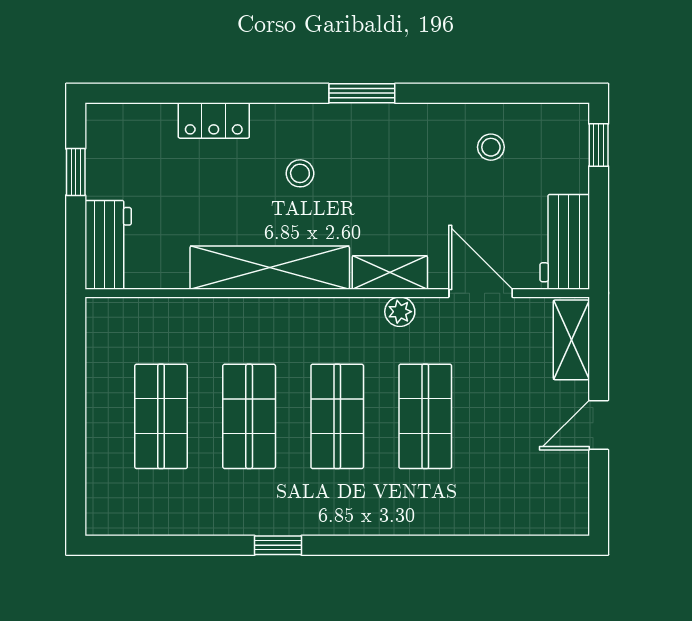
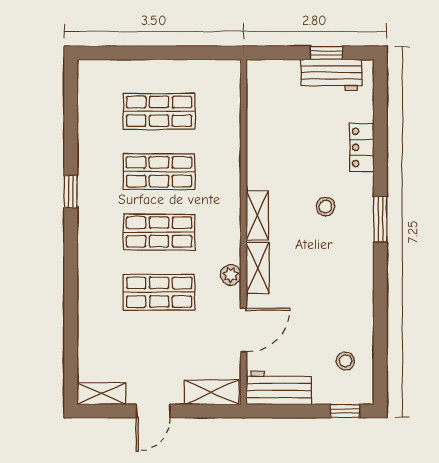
window: (362, 93) -> (380, 219), moved
stool: (491, 147) -> (345, 361), moved
workbench: (108, 245) -> (331, 75), moved
shelving: (270, 268) -> (257, 215), width x0.45, depth x0.75
door: (599, 425) -> (153, 411), swing flipped
shelving: (573, 500) -> (101, 394), added

